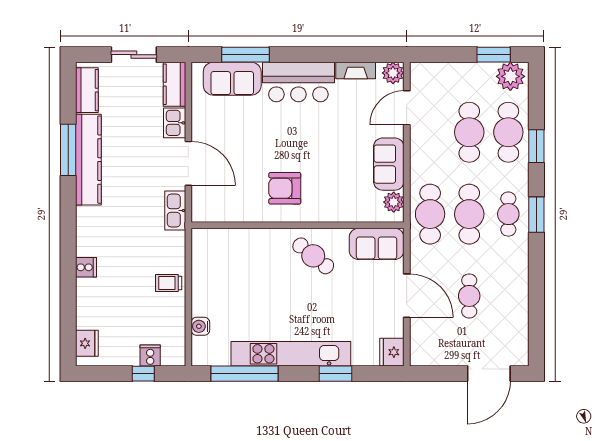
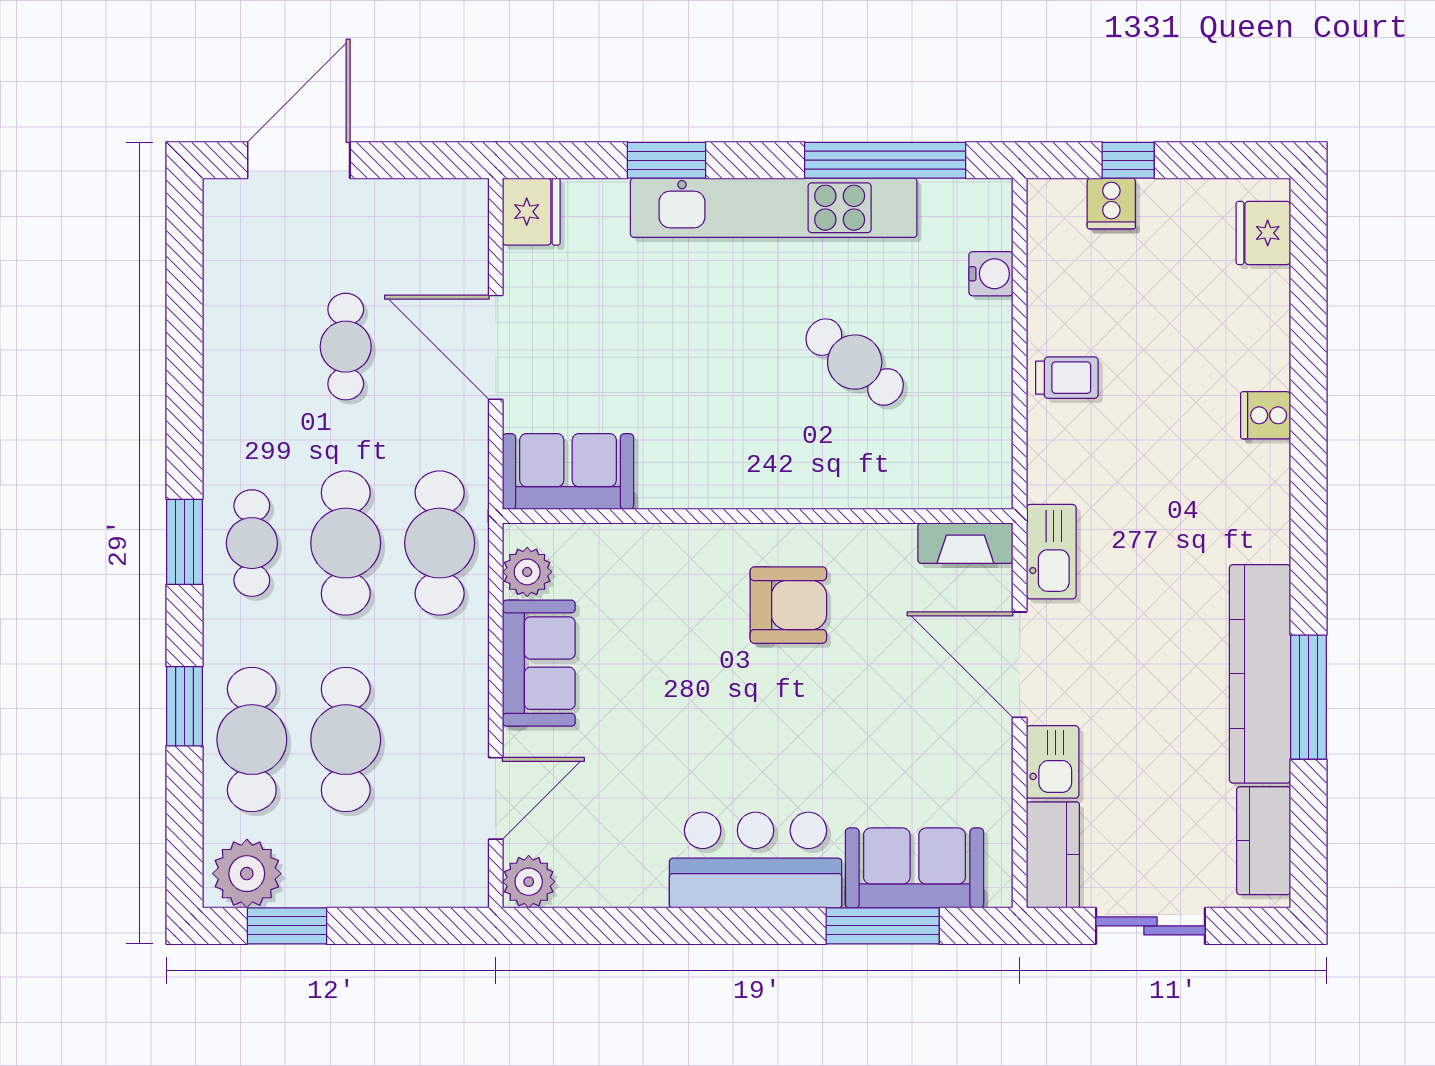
fireplace: (356, 70) -> (965, 543), moved, turned 180
cafe table: (313, 256) -> (855, 362), moved

